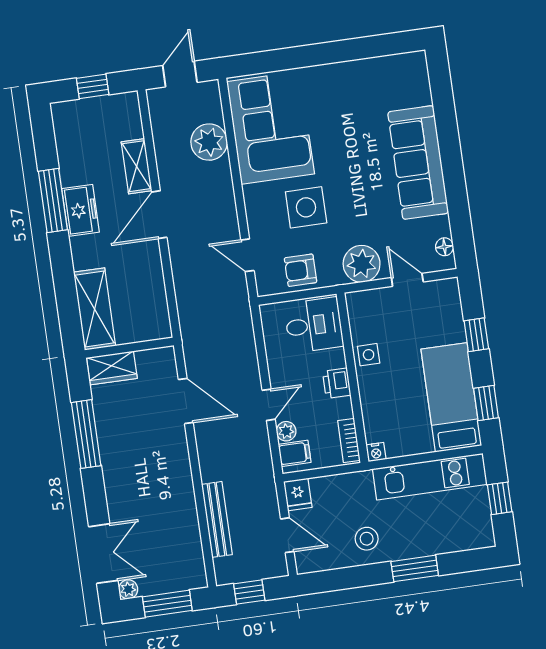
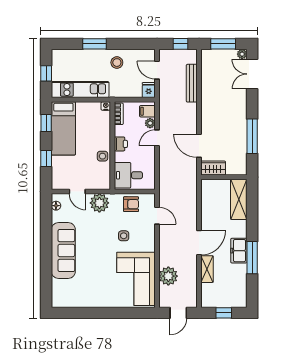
side table: (306, 207) -> (124, 236), width x0.54, depth x0.54
wardrobe: (112, 368) -> (213, 168), moved

